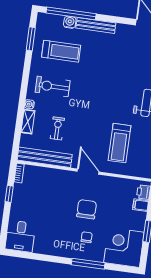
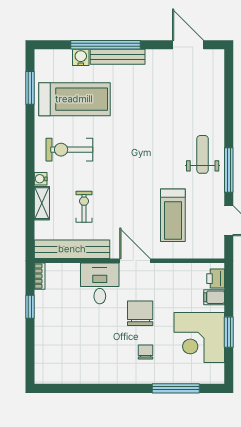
window: (71, 13) -> (105, 45), moved
treadmill: (61, 51) -> (74, 99), width x1.37, depth x1.38
desk: (20, 236) -> (100, 283), moved, turned 180
corner desk: (124, 247) -> (199, 337), moved, turned -90
window: (88, 264) -> (176, 388), moved

